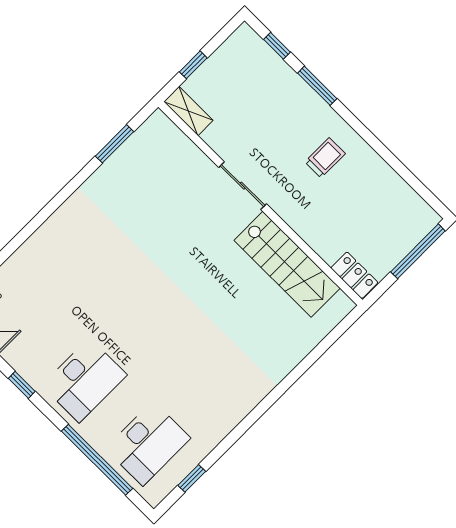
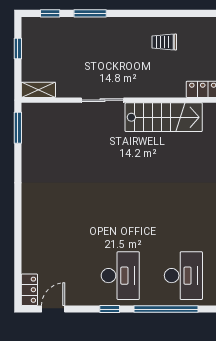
window: (193, 65) -> (18, 48), moved
window: (115, 144) -> (18, 128), moved
trolley: (325, 158) -> (164, 42), moved, turned -90
window: (22, 385) -> (110, 309), moved

